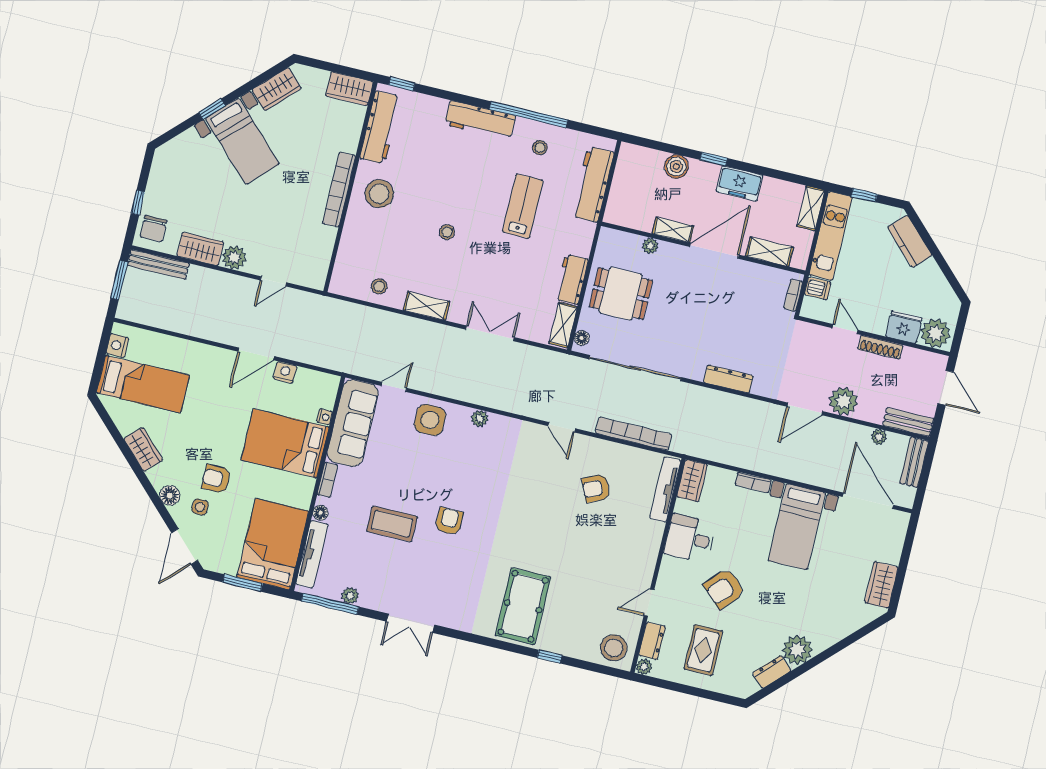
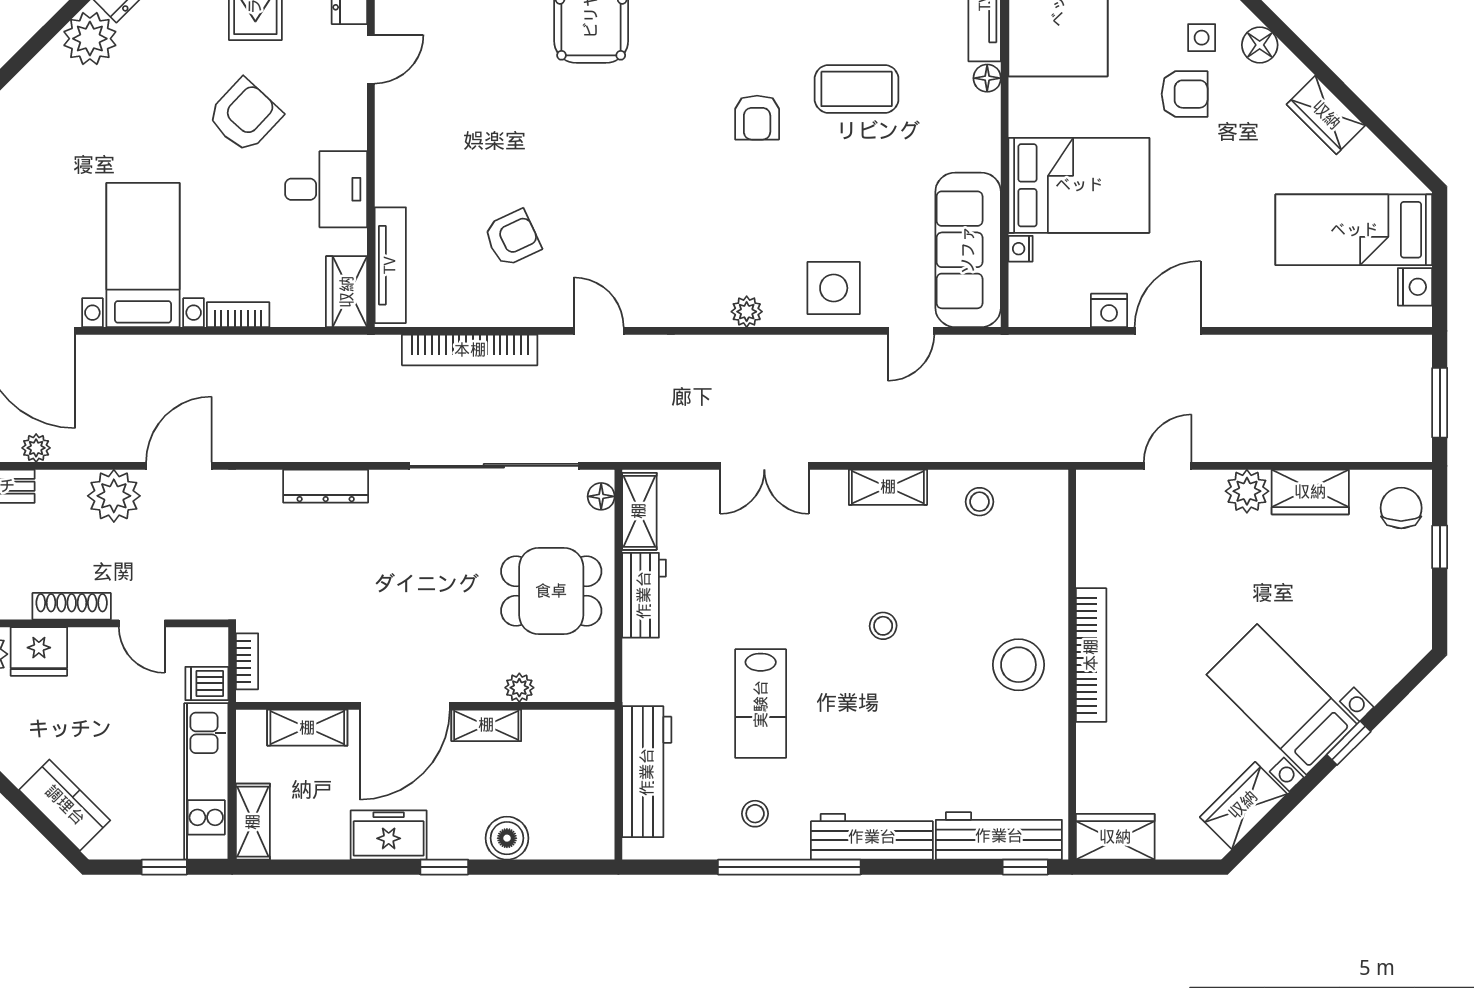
workbench: (380, 127) -> (999, 836), moved, turned 90
bench: (158, 264) -> (1378, 447), removed
bookcase: (327, 480) -> (989, 139), removed

